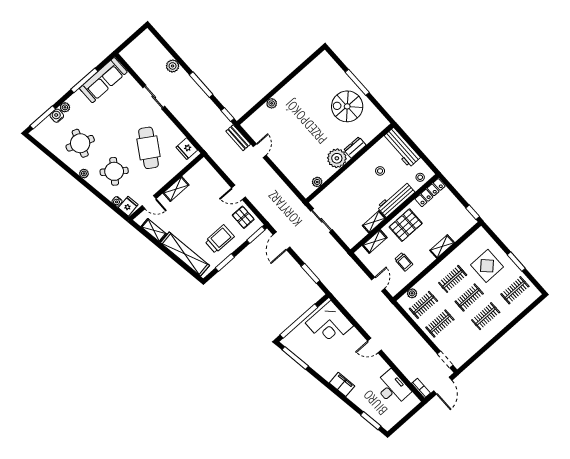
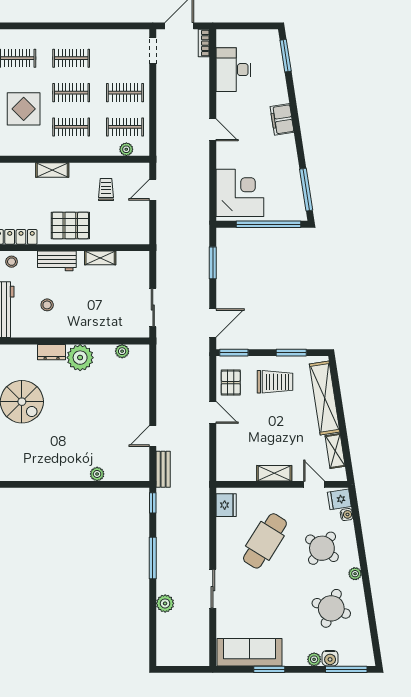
window: (84, 80) -> (269, 669), width x0.69
workbench: (396, 199) -> (57, 261), width x0.73
trolley: (220, 239) -> (275, 382), turned 180
shelving: (375, 242) -> (117, 237), removed

